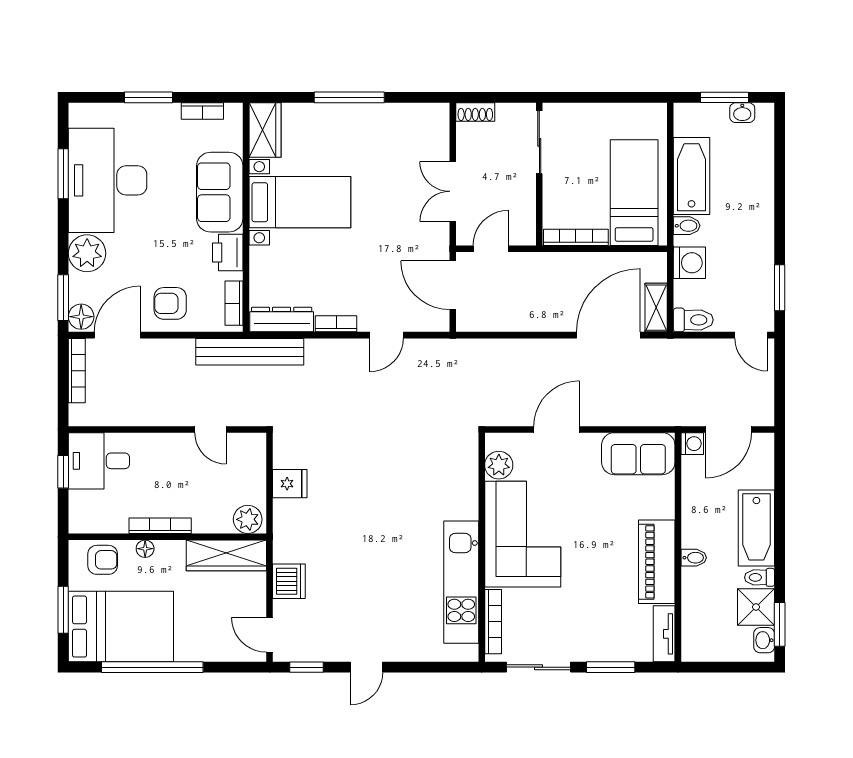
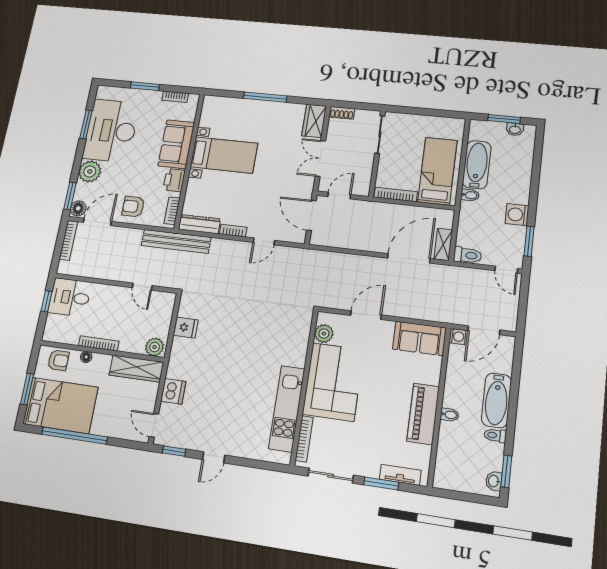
wardrobe: (265, 130) -> (314, 121), moved, turned 180
washing machine: (689, 263) -> (517, 215), moved, turned 180
shower: (756, 607) -> (490, 456), removed
tv unit: (664, 634) -> (400, 475), moved, turned 90

